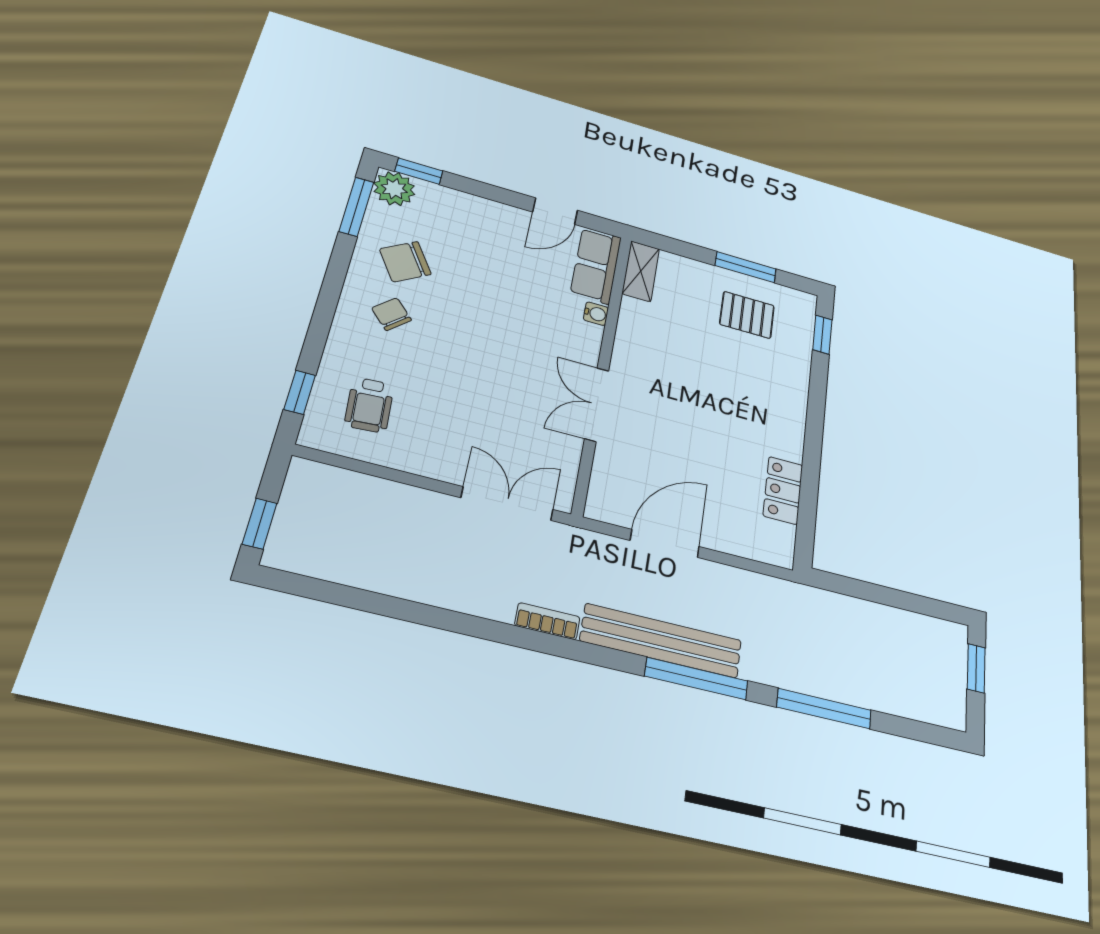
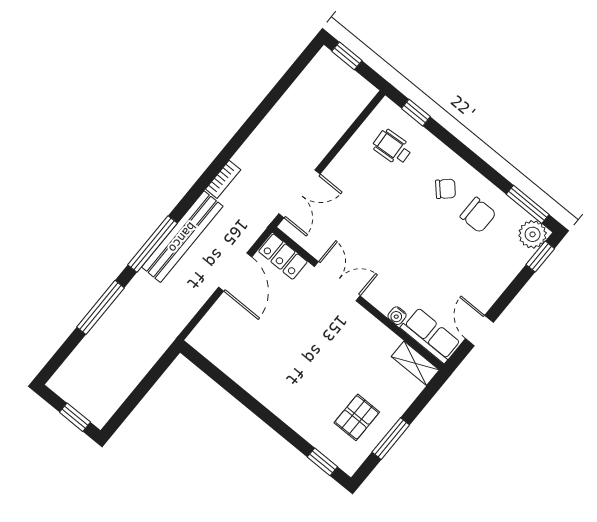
chair: (405, 262) -> (478, 215), turned 122
locker: (783, 490) -> (283, 257), moved, turned 180

